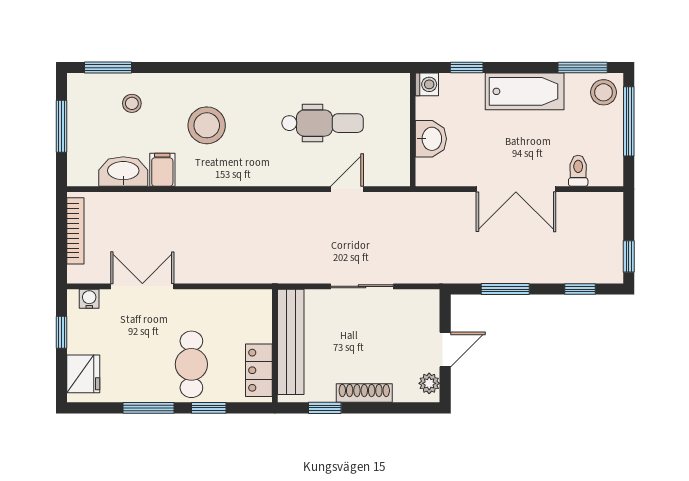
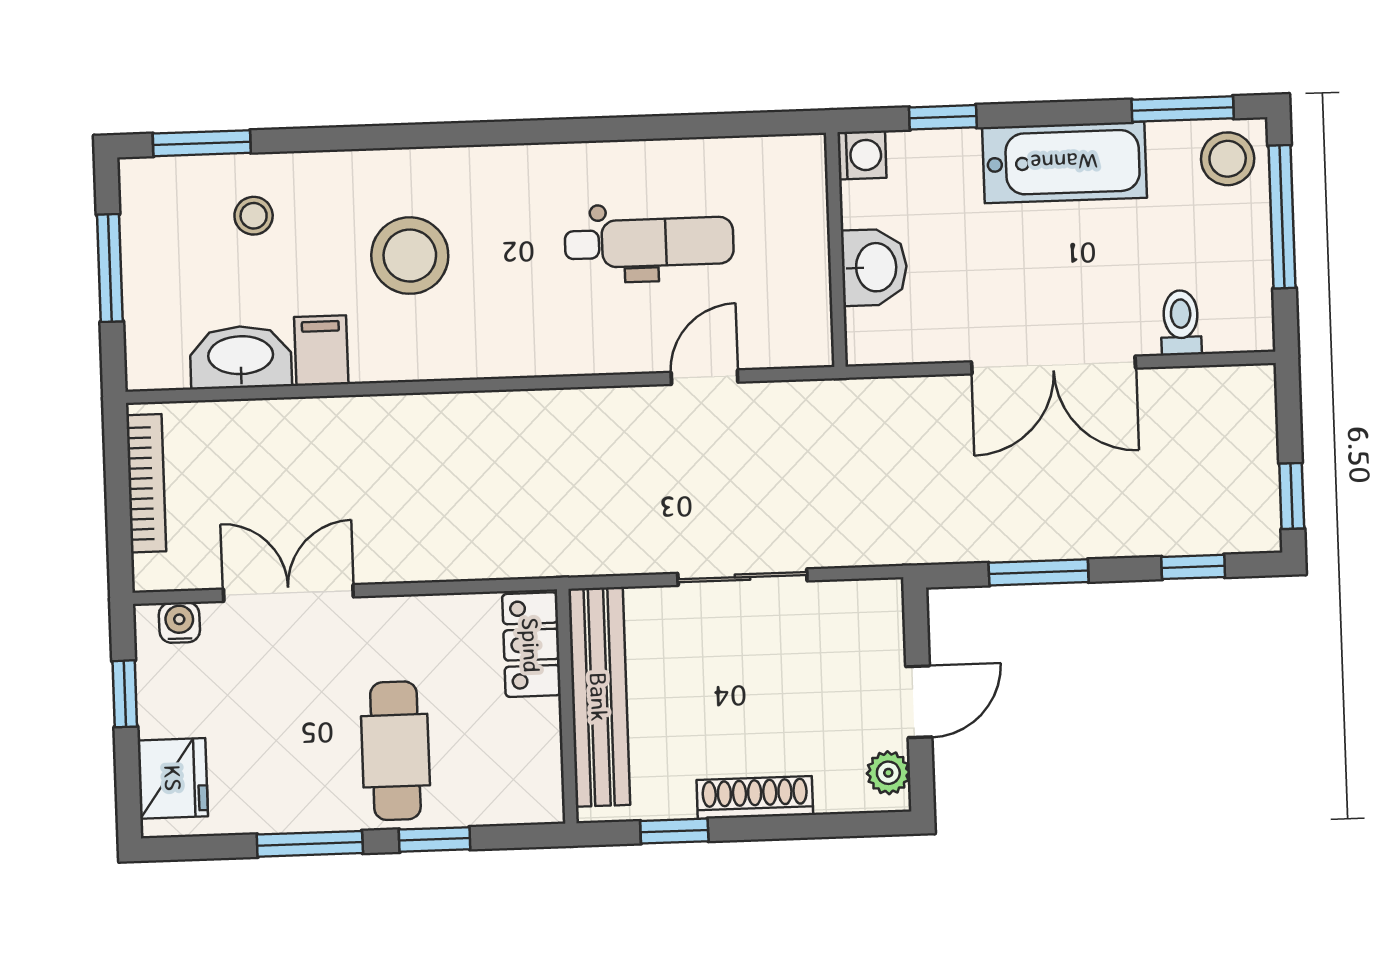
locker: (259, 370) -> (531, 645), moved

